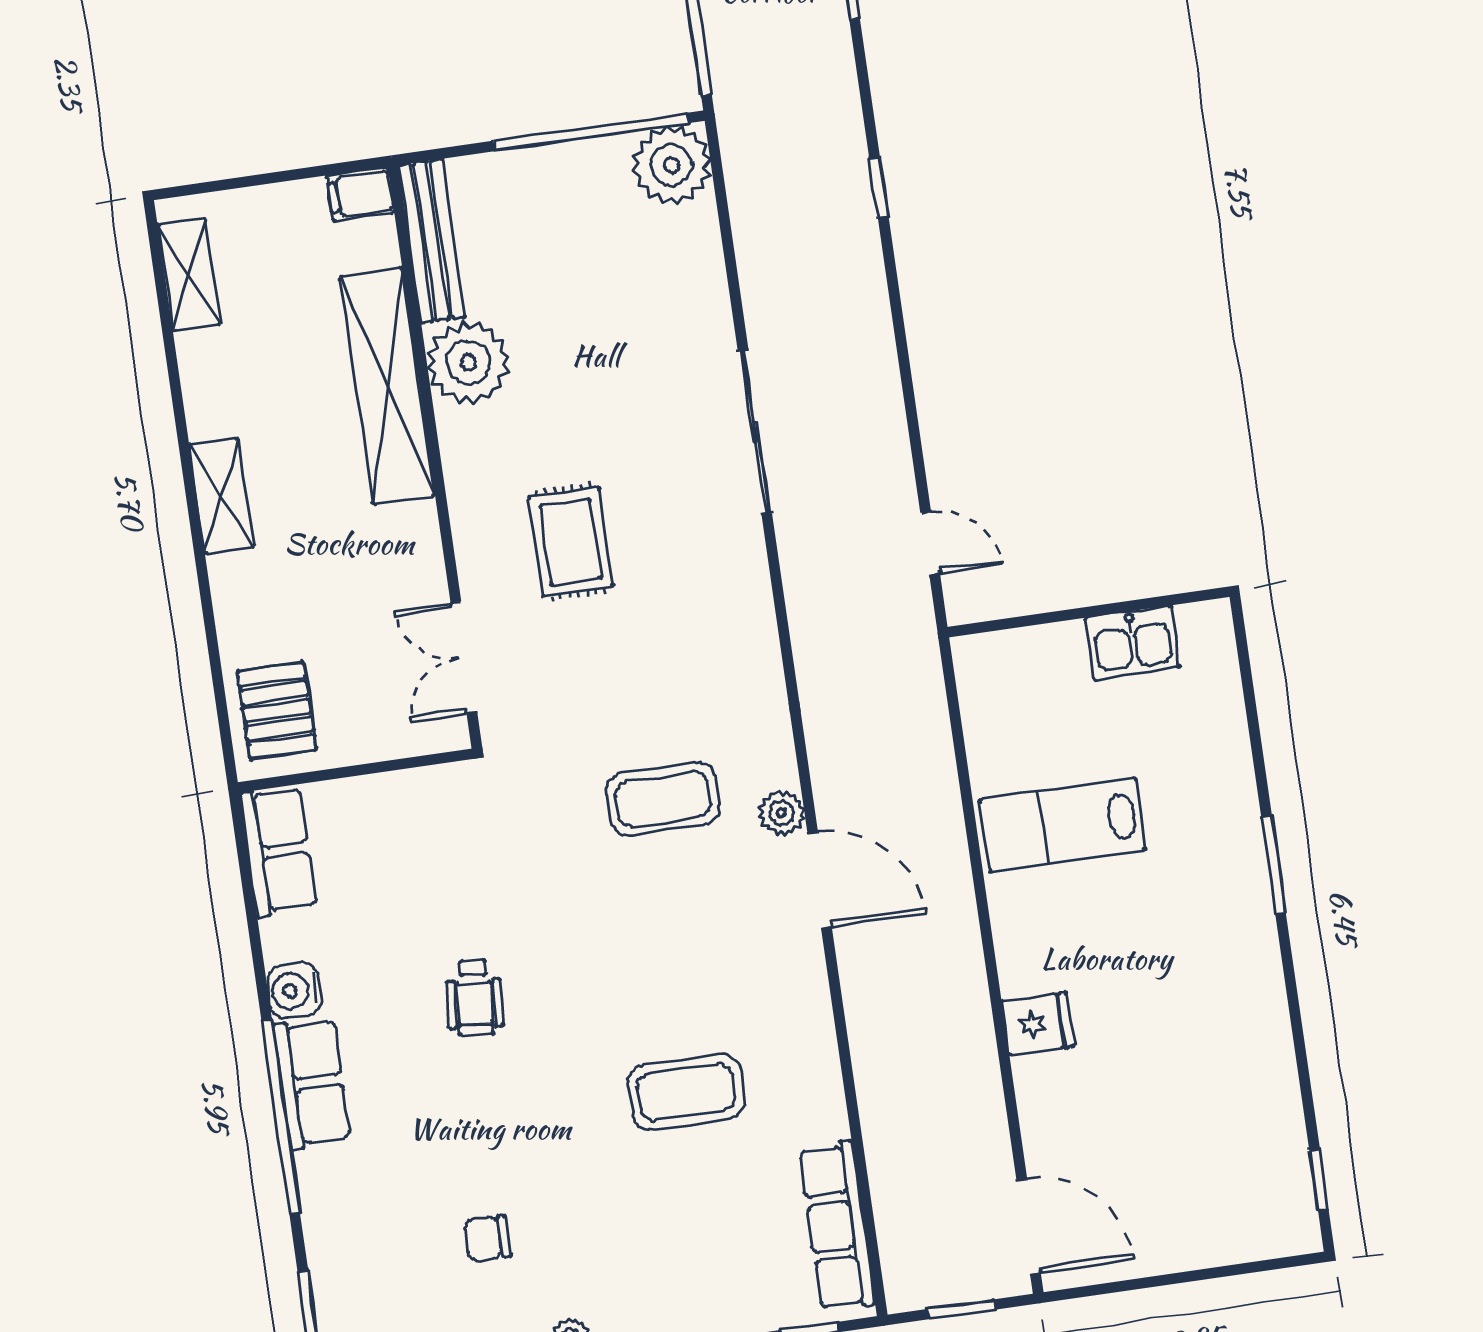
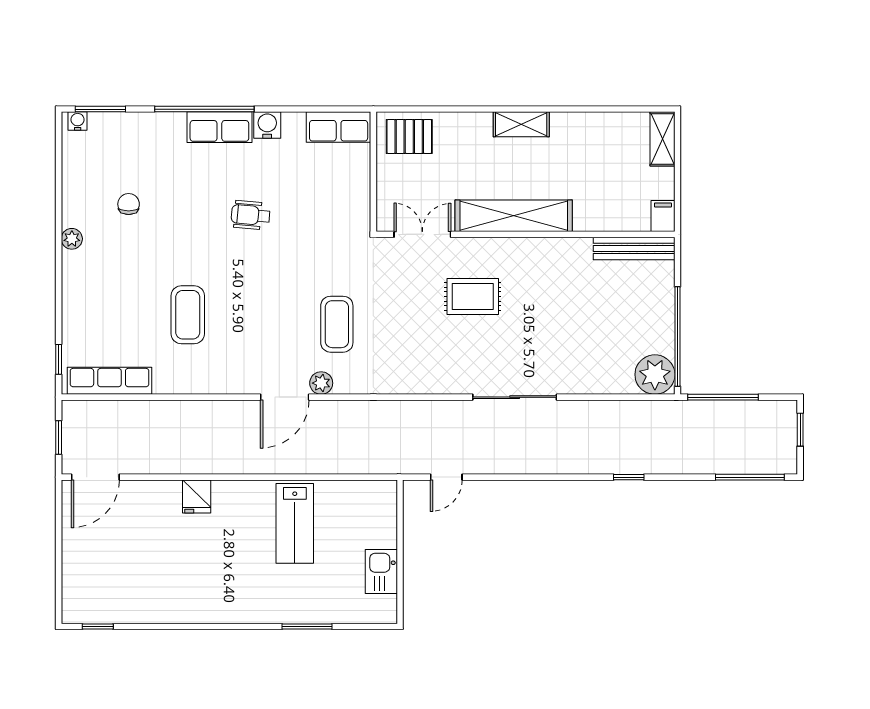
shelving: (189, 274) -> (662, 139), moved, turned 90
plant: (468, 363) -> (570, 258), removed
shelving: (388, 386) -> (514, 216), moved
lab bench: (1063, 825) -> (295, 523), turned 180
window: (1274, 865) -> (307, 627), moved

